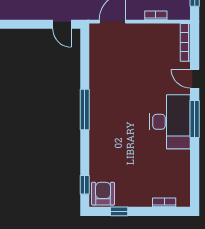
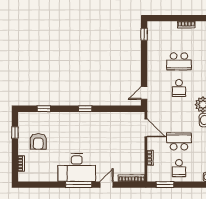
window: (85, 109) -> (85, 109), width x0.46
window: (85, 185) -> (44, 109), moved
armchair: (103, 194) -> (38, 141), moved, turned 90

